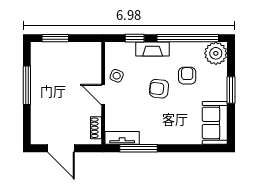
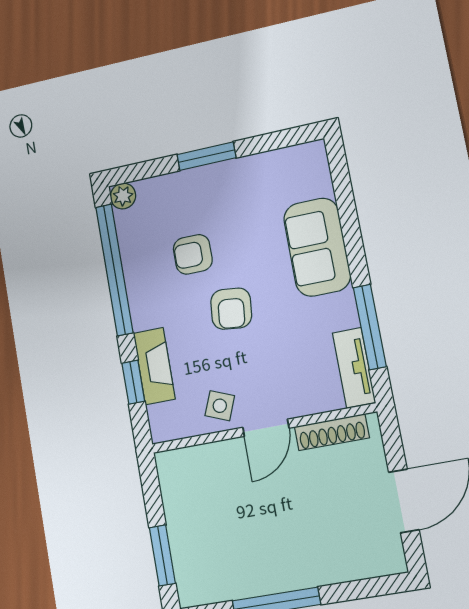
fireplace: (153, 49) -> (154, 366), moved
plant: (216, 53) -> (123, 196), width x0.53, depth x0.53
sofa: (215, 123) -> (317, 247), moved, turned 90
shoe rack: (96, 128) -> (332, 432), width x1.43

